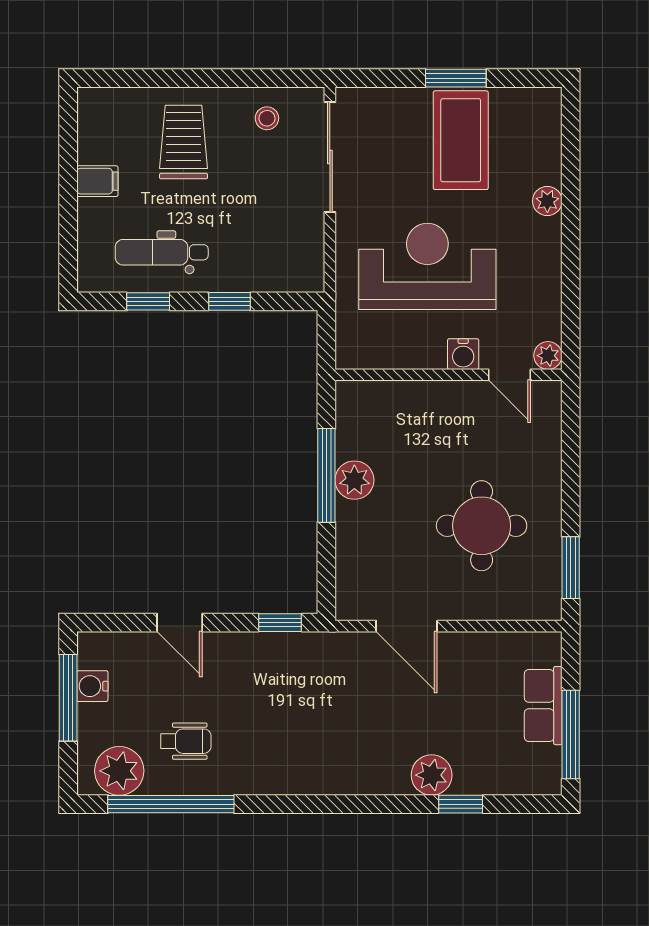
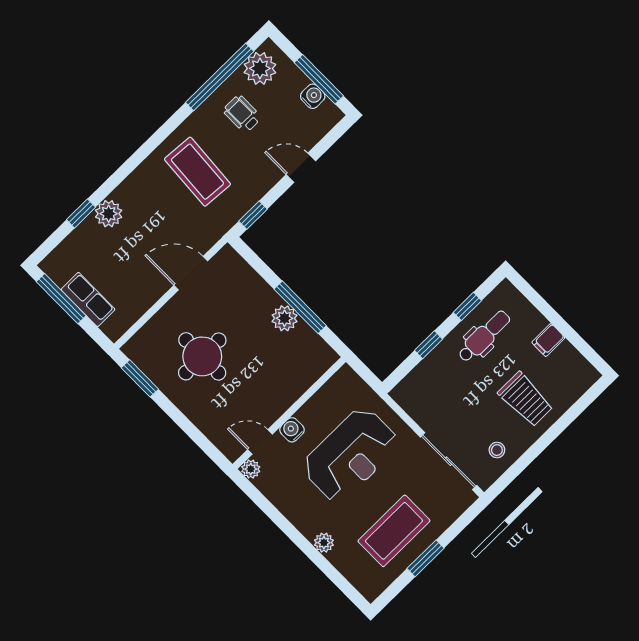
coffee table: (461, 140) -> (394, 531), turned 90
coffee table: (293, 727) -> (197, 172), added
wheelchair: (186, 741) -> (242, 114), turned 90

